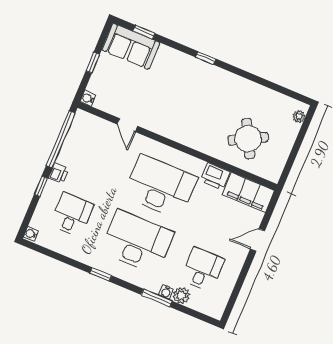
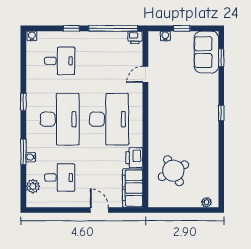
water cooler: (88, 98) -> (165, 36), moved
printer: (58, 173) -> (135, 37), moved
plant: (181, 296) -> (33, 186), moved

